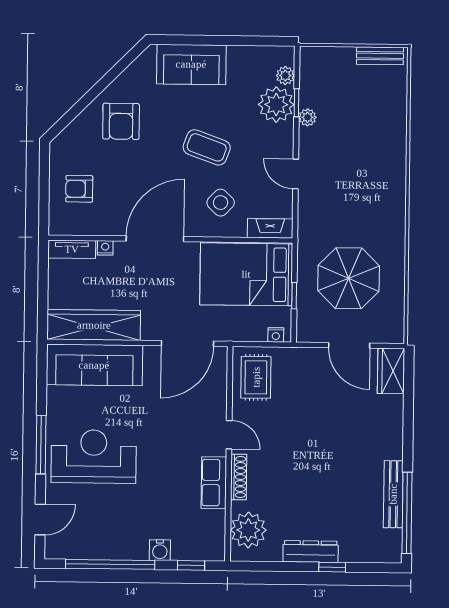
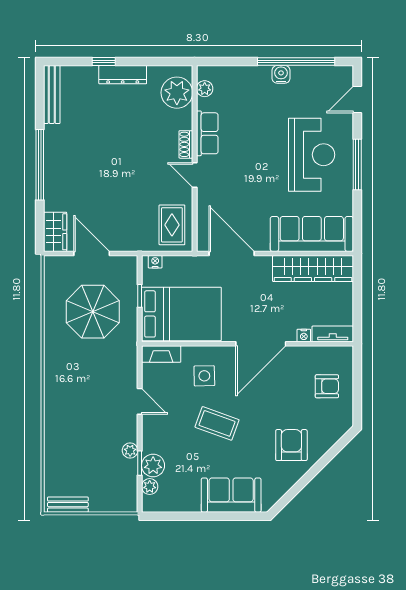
plant: (276, 105) -> (153, 465), width x0.73, depth x0.73
side table: (221, 203) -> (204, 376), turned 45
door: (187, 343) -> (232, 254), hinge flipped
reception desk: (94, 456) -> (312, 155), turned -90
shoe rack: (239, 477) -> (186, 144), width x0.70
bench: (393, 494) -> (52, 94), moved
window: (407, 513) -> (40, 165), moved
plant: (216, 534) -> (205, 89), added
water cooler: (160, 550) -> (281, 74), moved
window: (191, 565) -> (226, 61), removed

